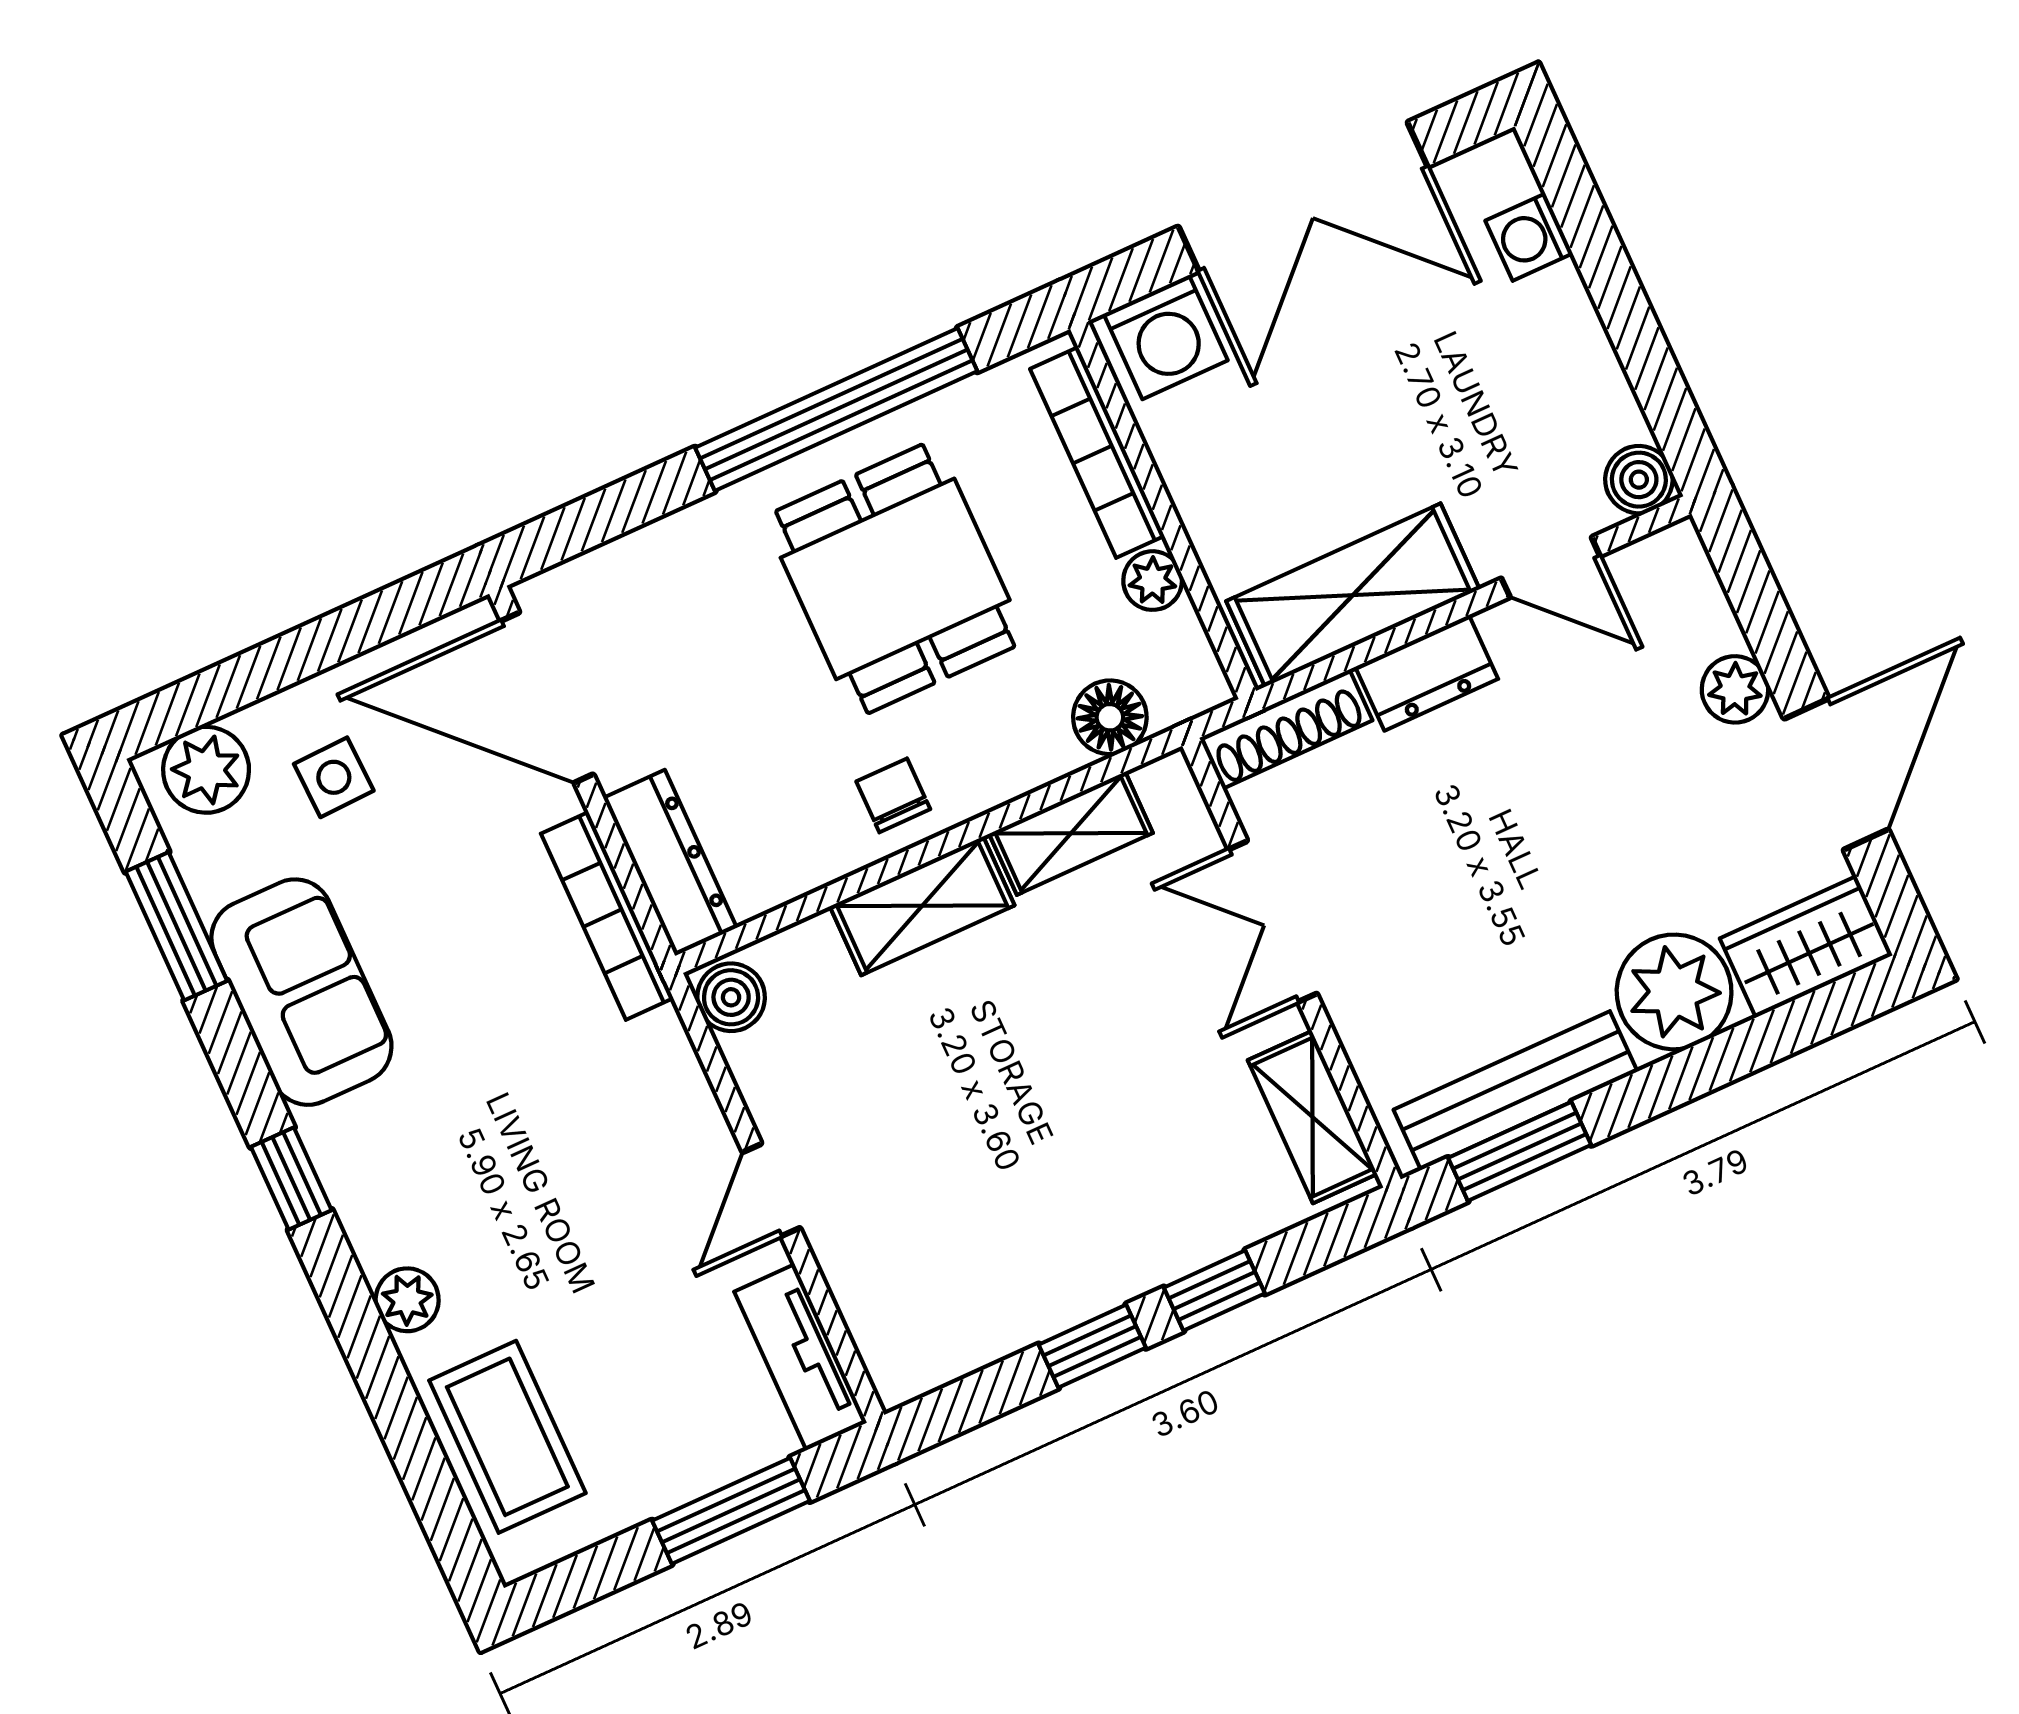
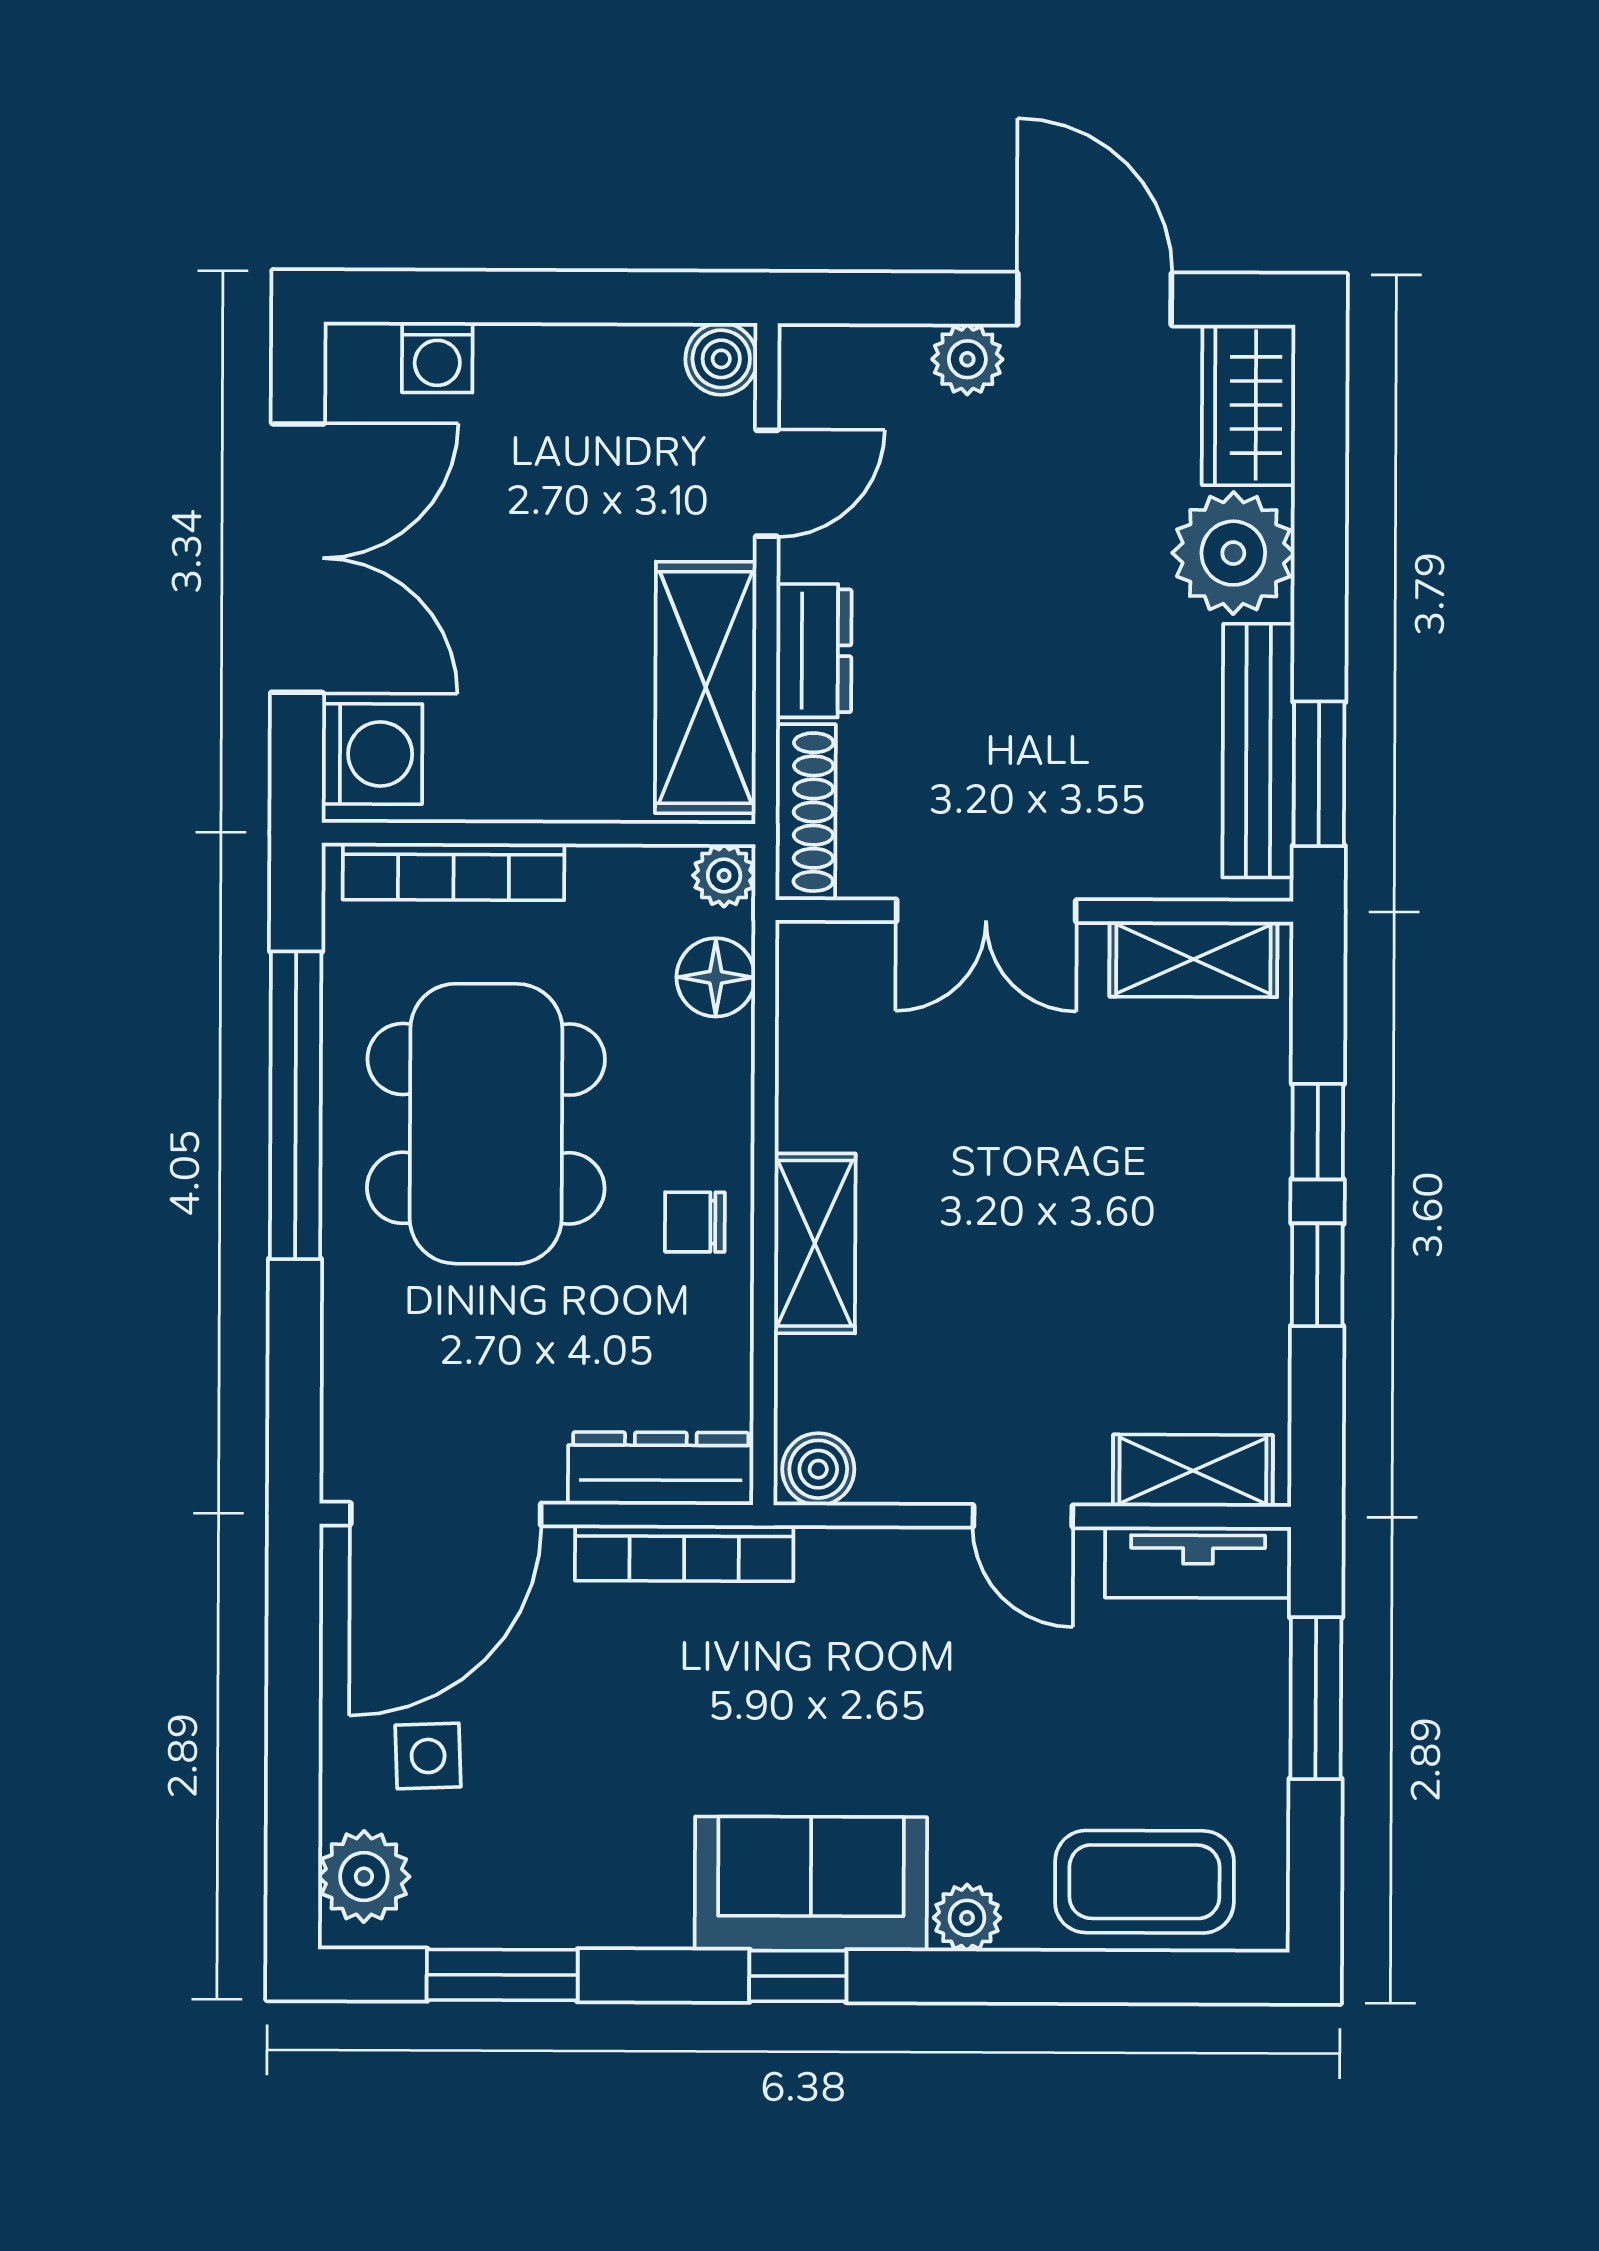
dining table: (895, 579) -> (486, 1124), width x1.38
plant: (1153, 581) -> (724, 875), moved
shelving: (1071, 833) -> (1193, 1471), moved, turned 90
sofa: (301, 992) -> (811, 1884), moved

